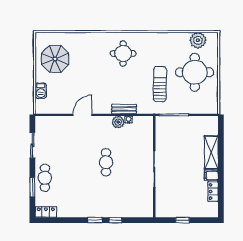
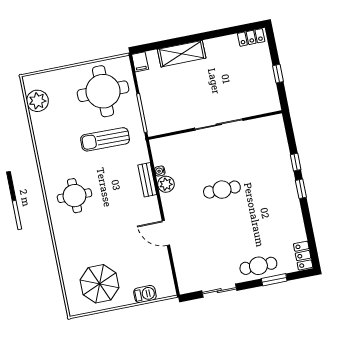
round table: (195, 72) -> (103, 91), moved
filing cabinet: (211, 176) -> (140, 62), moved
locker: (213, 191) -> (251, 37), moved

